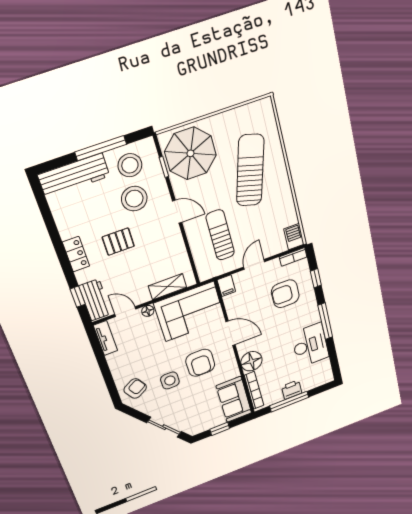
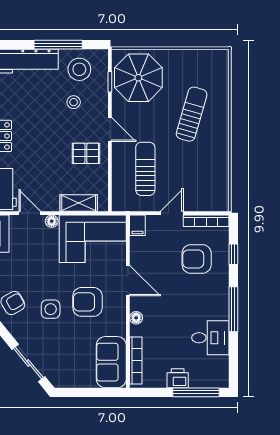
sun lounger: (250, 170) -> (192, 114), width x0.73, depth x0.75
stool: (134, 199) -> (74, 102), width x0.53, depth x0.53
barbecue: (294, 237) -> (220, 199), removed
pallet: (118, 242) -> (86, 153), moved
bookcase: (293, 257) -> (206, 221), width x1.56
desk: (310, 345) -> (210, 338), width x0.73
floor lamp: (251, 361) -> (136, 318), width x0.53, depth x0.53
armchair: (200, 363) -> (87, 302), turned 90
window: (289, 402) -> (196, 392), moved
window: (220, 429) -> (86, 392), removed

